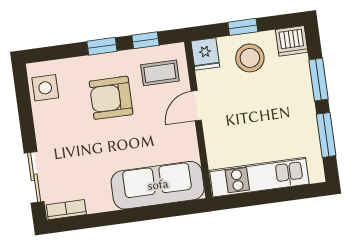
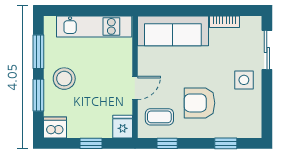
window: (102, 46) -> (226, 143), moved
stool: (250, 58) -> (64, 79), moved
side table: (45, 88) -> (244, 80), moved
armchair: (111, 98) -> (200, 103), turned 180
bookcase: (66, 210) -> (225, 22), moved

